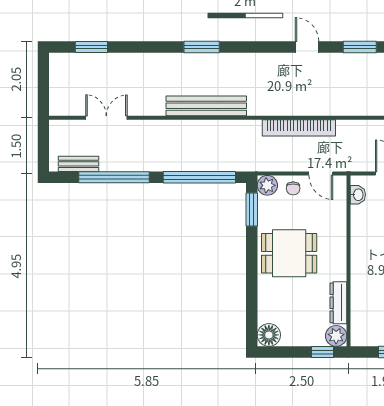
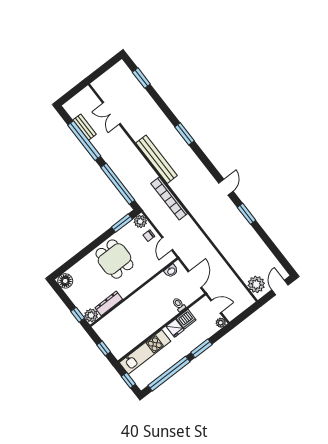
double door: (106, 118) -> (111, 113), swing flipped
bookcase: (299, 128) -> (169, 198), moved
bench: (79, 164) -> (85, 127), moved

